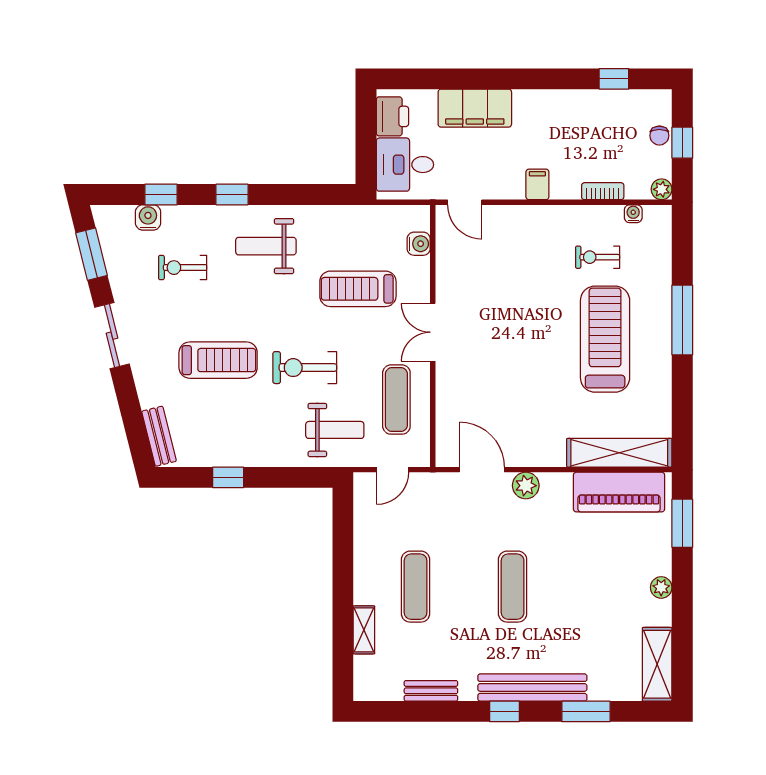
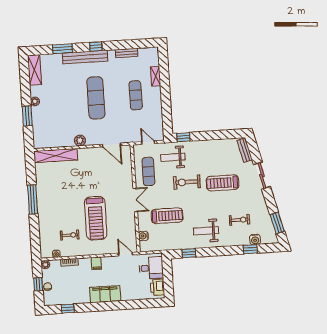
filing cabinet: (475, 108) -> (105, 294), moved
window: (232, 195) -> (189, 253), moved
weight bench: (266, 246) -> (206, 231), turned 180
window: (682, 320) -> (33, 199), moved
sliding door: (112, 336) -> (262, 176), moved
treadmill: (605, 339) -> (96, 218), moved
exercise bike: (305, 368) -> (187, 182), turned 180
door: (393, 470) -> (148, 143), hinge flipped
window: (228, 477) -> (183, 137), moved
plant: (526, 486) -> (80, 140), moved
piano: (619, 492) -> (55, 139), removed
window: (682, 523) -> (27, 116), moved
exercise mat: (513, 587) -> (96, 98), width x1.36, depth x1.45

